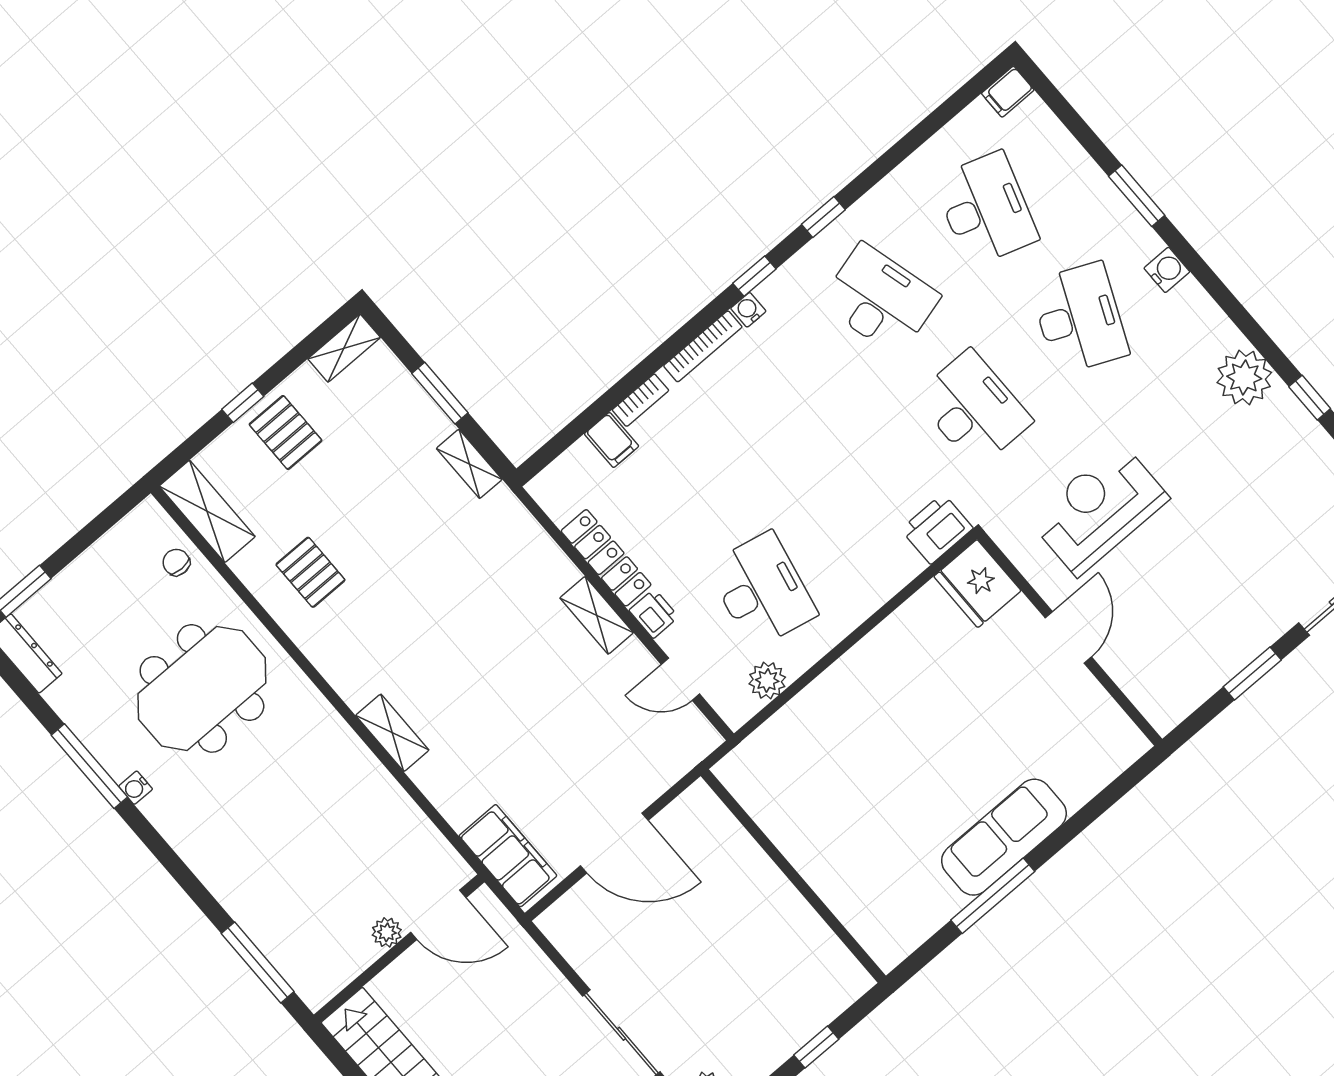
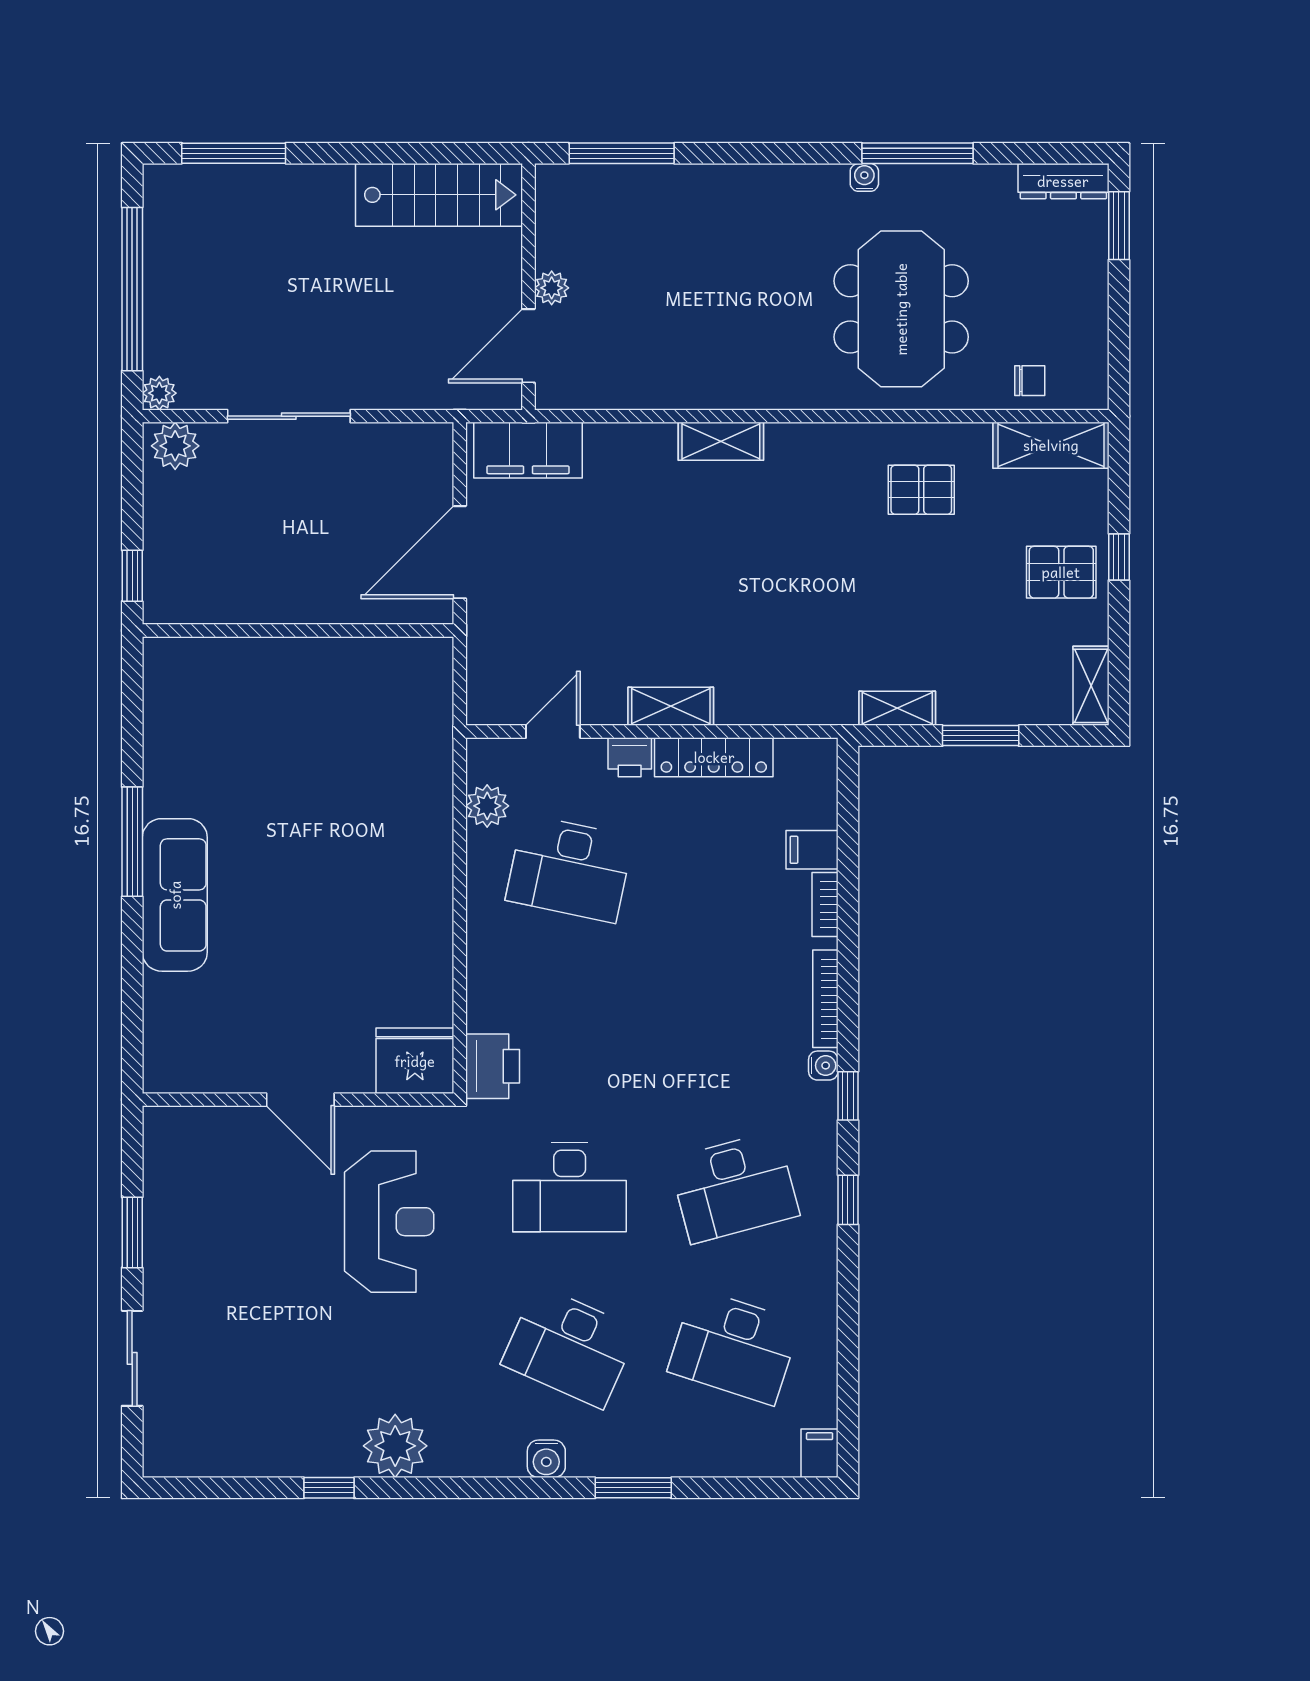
wall: (793, 876) -> (298, 630), moved

